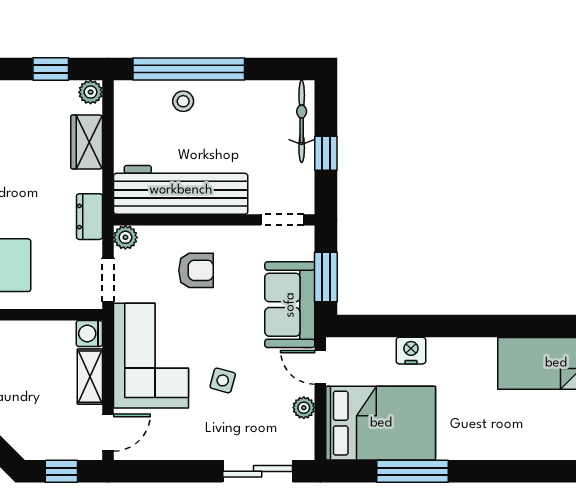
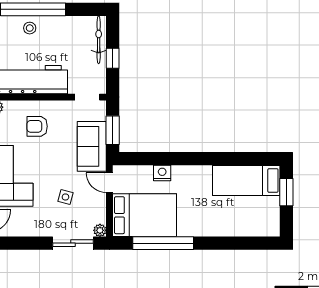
armchair: (196, 270) -> (37, 126), turned 180
side table: (223, 380) -> (65, 197), moved
plant: (304, 408) -> (100, 230), moved
window: (413, 471) -> (163, 243), width x1.46

